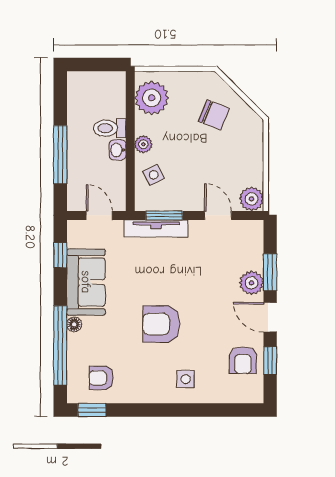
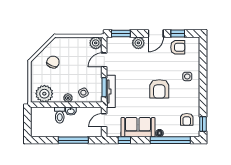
window: (270, 272) -> (121, 33), moved

